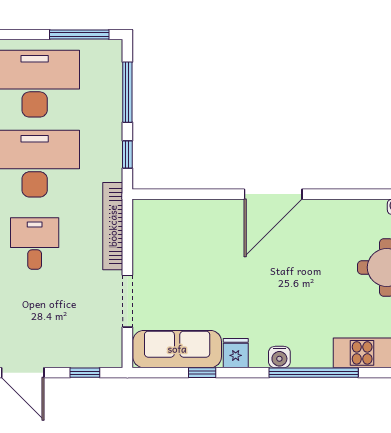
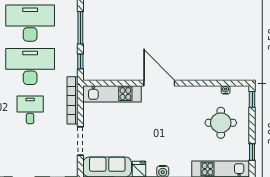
door: (273, 194) -> (159, 83), swing flipped
kitchen unit: (186, 214) -> (112, 94), added

